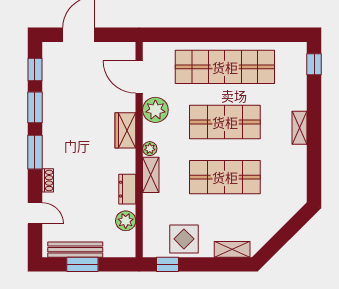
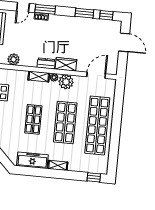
plant: (155, 110) -> (66, 82), moved
window: (35, 152) -> (45, 9), moved
freezer: (295, 172) -> (32, 160), added
shop shelf: (225, 177) -> (33, 119), width x0.70, depth x0.74
dresser: (127, 189) -> (46, 63), moved

